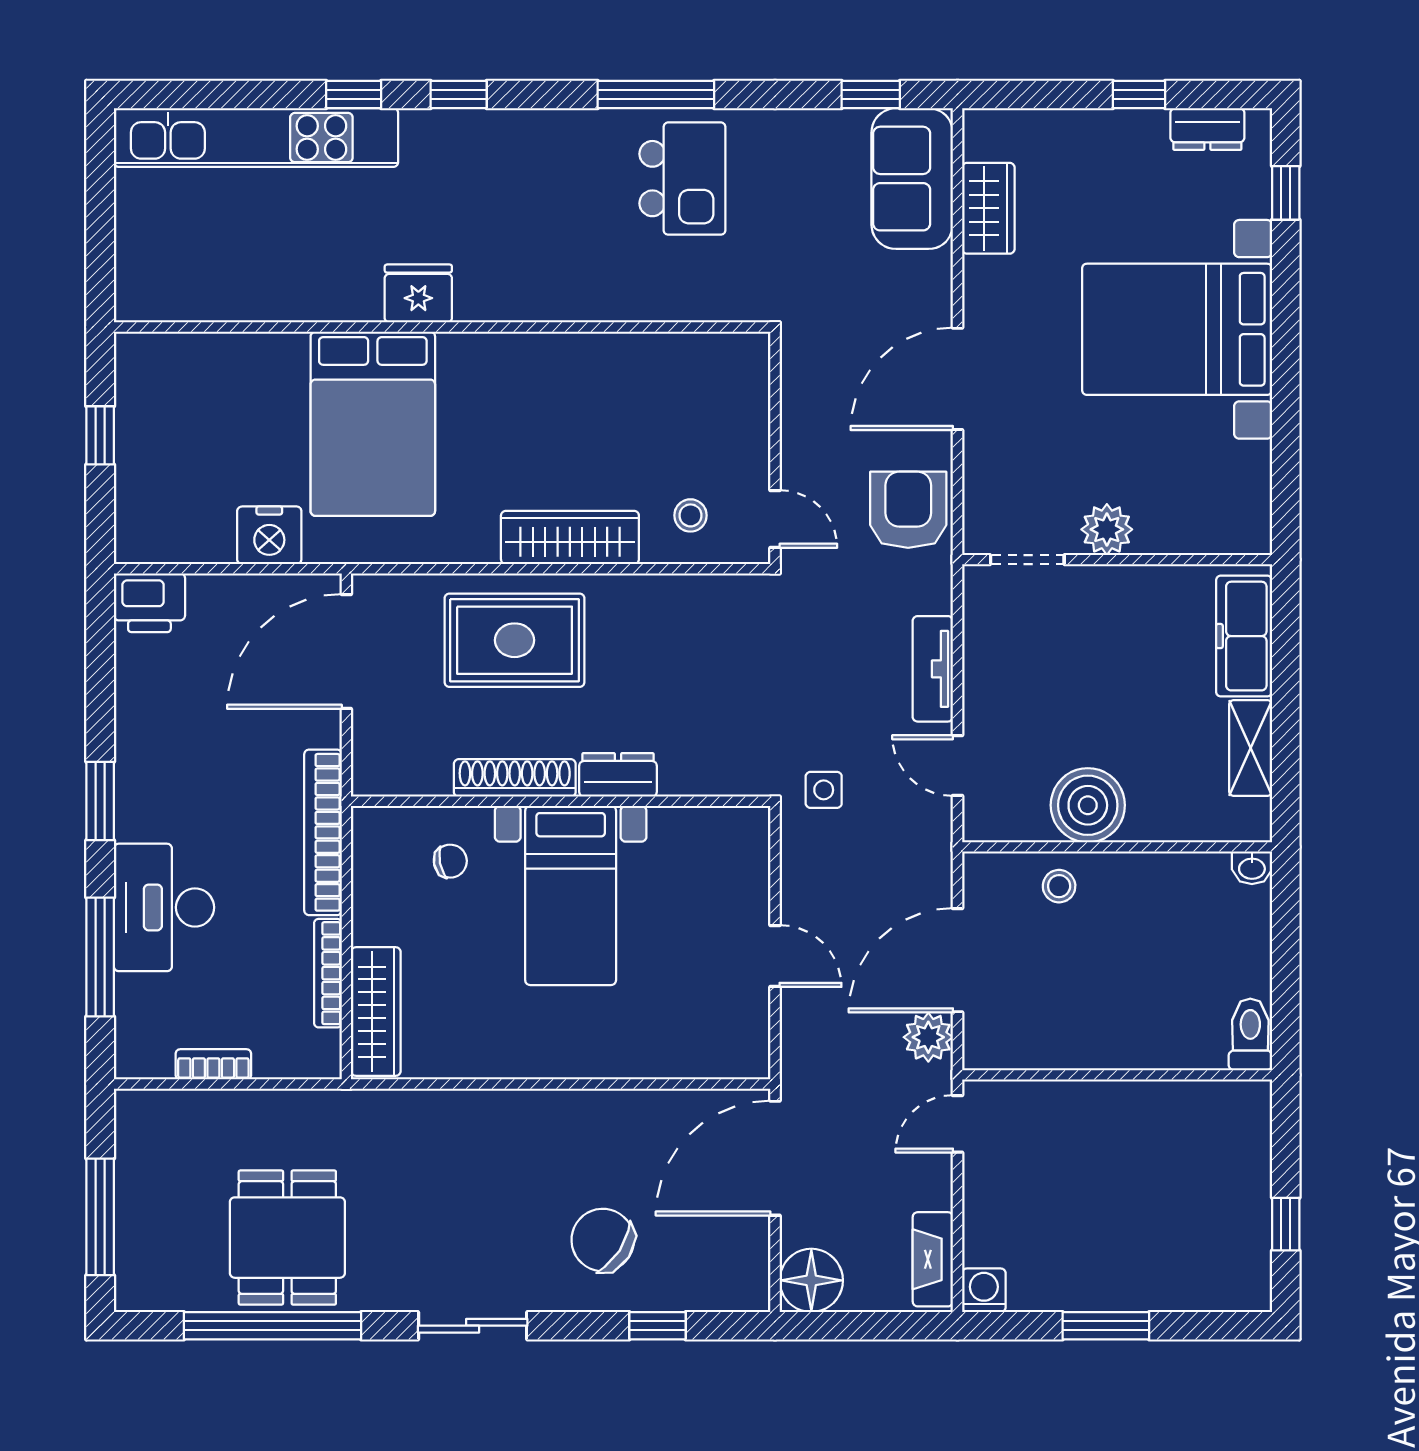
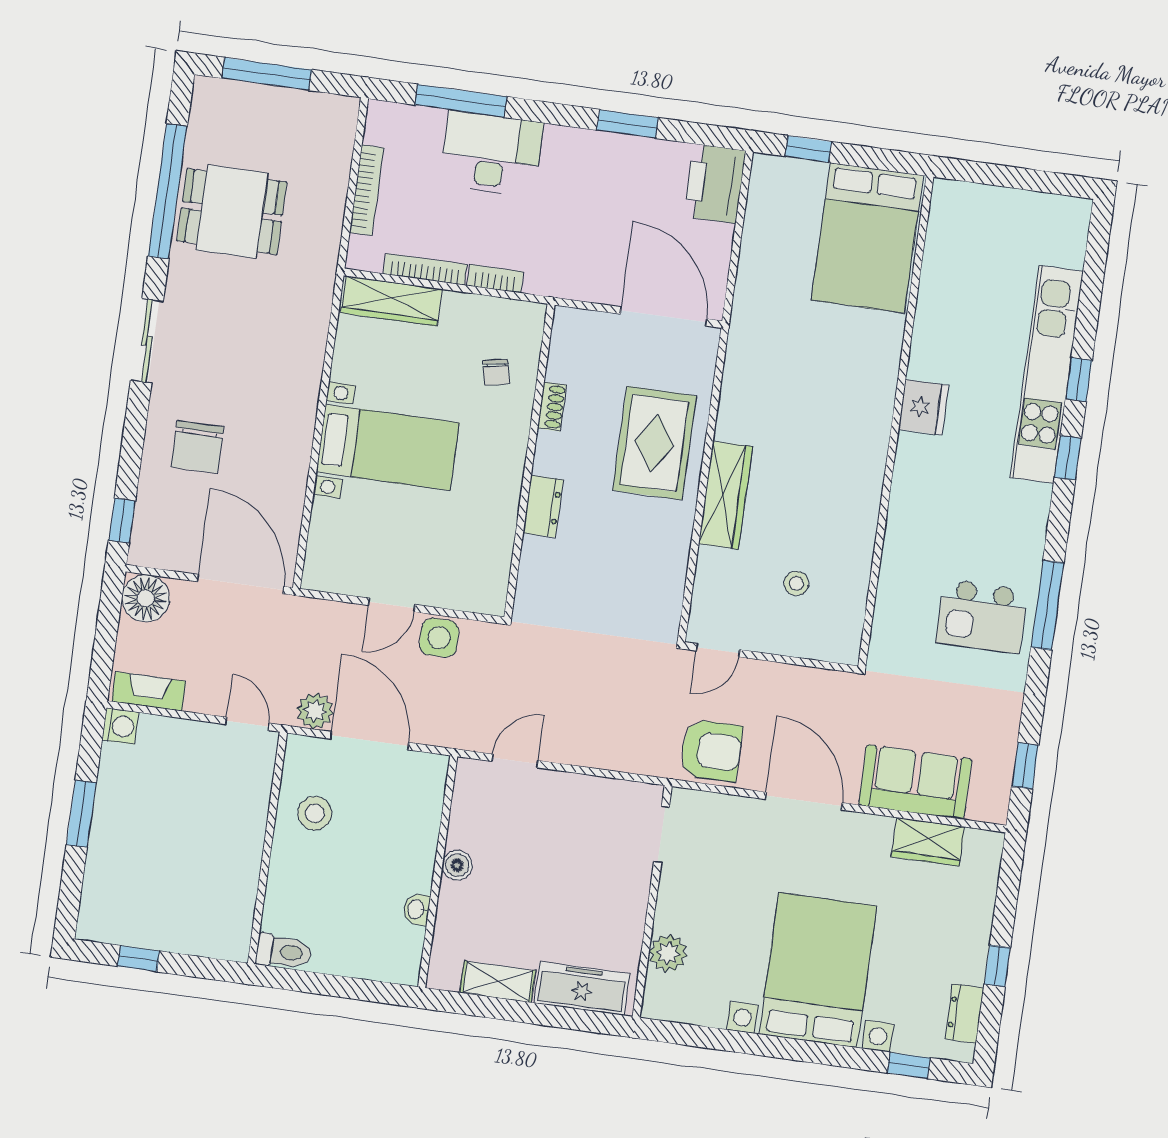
kitchen unit: (256, 138) -> (1047, 374), moved
sofa: (912, 179) -> (915, 782), moved
bed: (373, 424) -> (867, 238), moved, turned -90
window: (100, 435) -> (808, 149), moved
stool: (690, 515) -> (796, 583), moved
plant: (1107, 529) -> (668, 953), moved
nightstand: (269, 535) -> (758, 271), removed
printer: (149, 603) -> (715, 184), width x1.37, depth x1.19
tv unit: (933, 669) -> (590, 752), removed
shoe rack: (515, 778) -> (552, 407), width x0.51, depth x0.81
side table: (824, 790) -> (439, 638), moved, width x1.37, depth x1.37
window: (100, 801) -> (628, 124), moved
boiler: (1088, 805) -> (457, 865), width x0.54, depth x0.54
bookcase: (323, 832) -> (495, 279), width x0.43, depth x0.76
washbasin: (1252, 868) -> (417, 909), moved
stool: (1059, 886) -> (315, 813), moved, width x1.37, depth x1.37
bed with nightstands: (571, 895) -> (388, 447), moved, turned 180
bookcase: (213, 1064) -> (367, 190), width x1.56
chair: (603, 1240) -> (197, 447), turned 147
window: (657, 1326) -> (122, 521), moved

